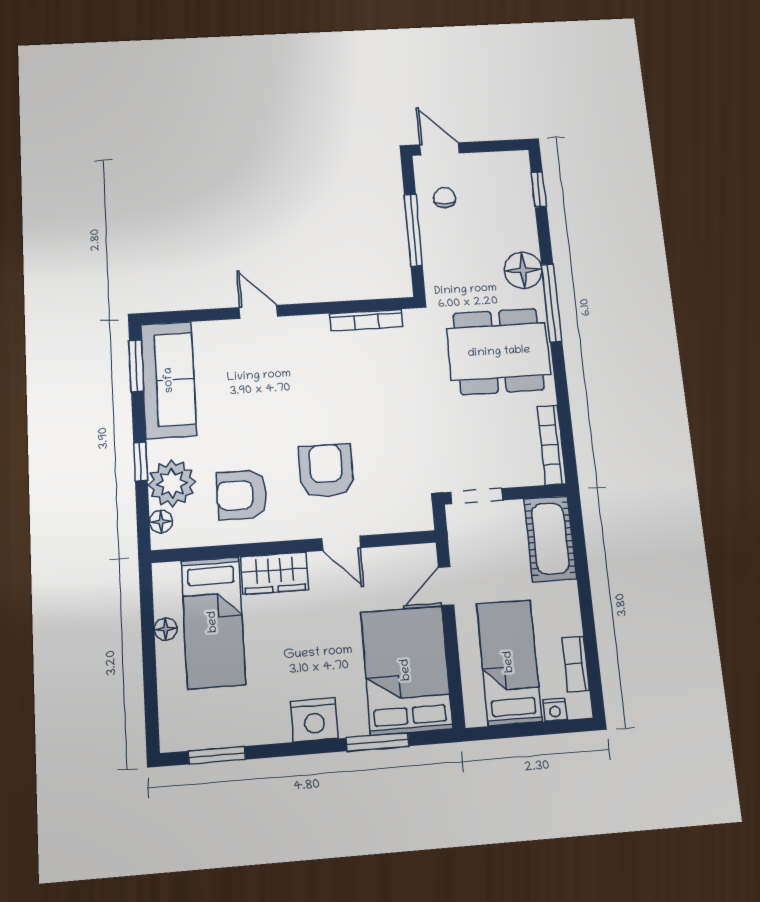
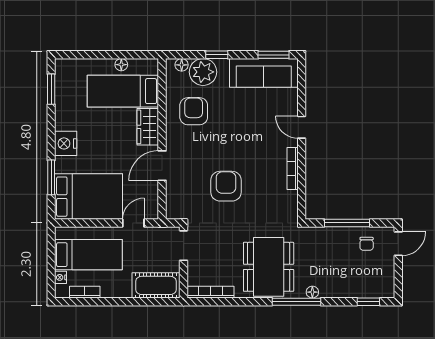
chair: (445, 198) -> (367, 244), turned 90
floor lamp: (523, 270) -> (312, 292), width x0.53, depth x0.53
door: (258, 312) -> (302, 127), swing flipped
bookcase: (366, 320) -> (293, 169), moved
armchair: (326, 471) -> (226, 186), moved, turned -90
door: (341, 543) -> (162, 166), width x1.38
door: (446, 586) -> (133, 223), hinge flipped

